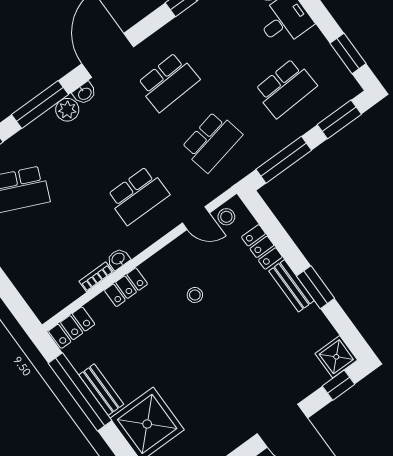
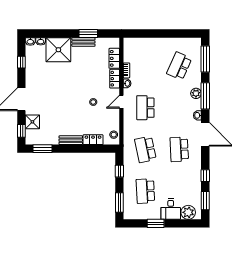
window: (348, 53) -> (156, 223), moved
plant: (67, 110) -> (196, 93), moved
window: (284, 160) -> (119, 171), width x0.46
door: (196, 218) -> (121, 102), moved
window: (316, 287) -> (43, 149), moved
locker: (72, 328) -> (114, 58), moved
shower: (336, 357) -> (32, 122), moved
window: (80, 392) -> (88, 34), width x0.47

